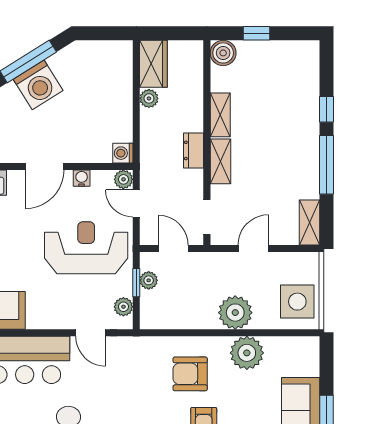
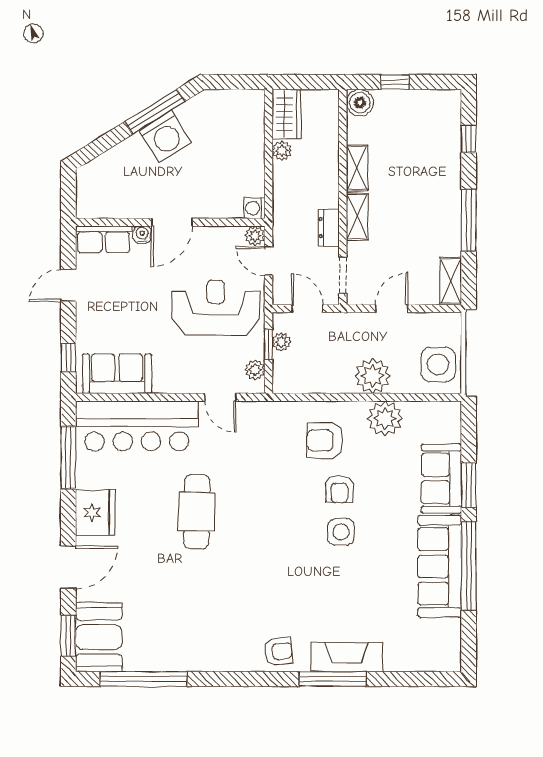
window: (326, 109) -> (469, 139), moved
dresser: (194, 150) -> (329, 228), moved
water cooler: (82, 178) -> (142, 235), moved

